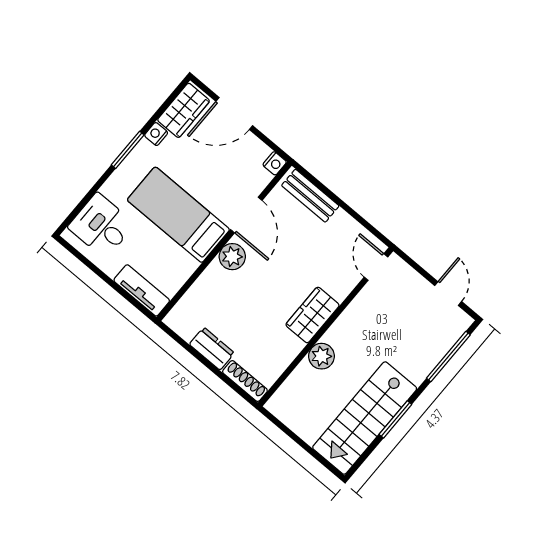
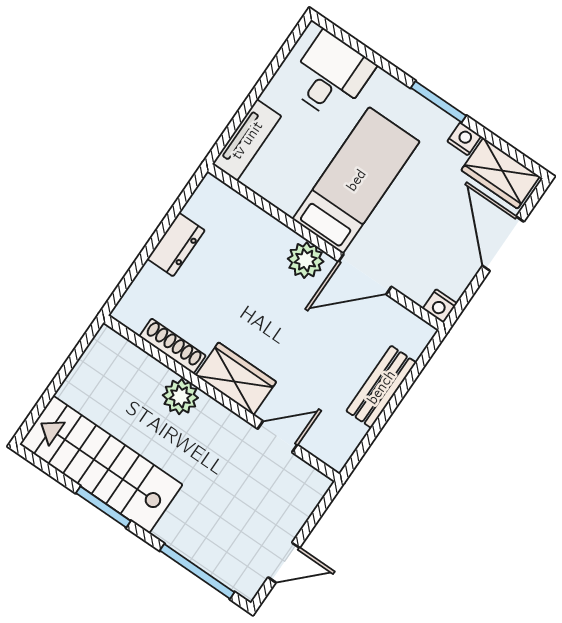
bench: (310, 196) -> (381, 387), moved
door: (376, 267) -> (277, 437), moved
shoe rack: (245, 381) -> (172, 346), moved, turned -90

